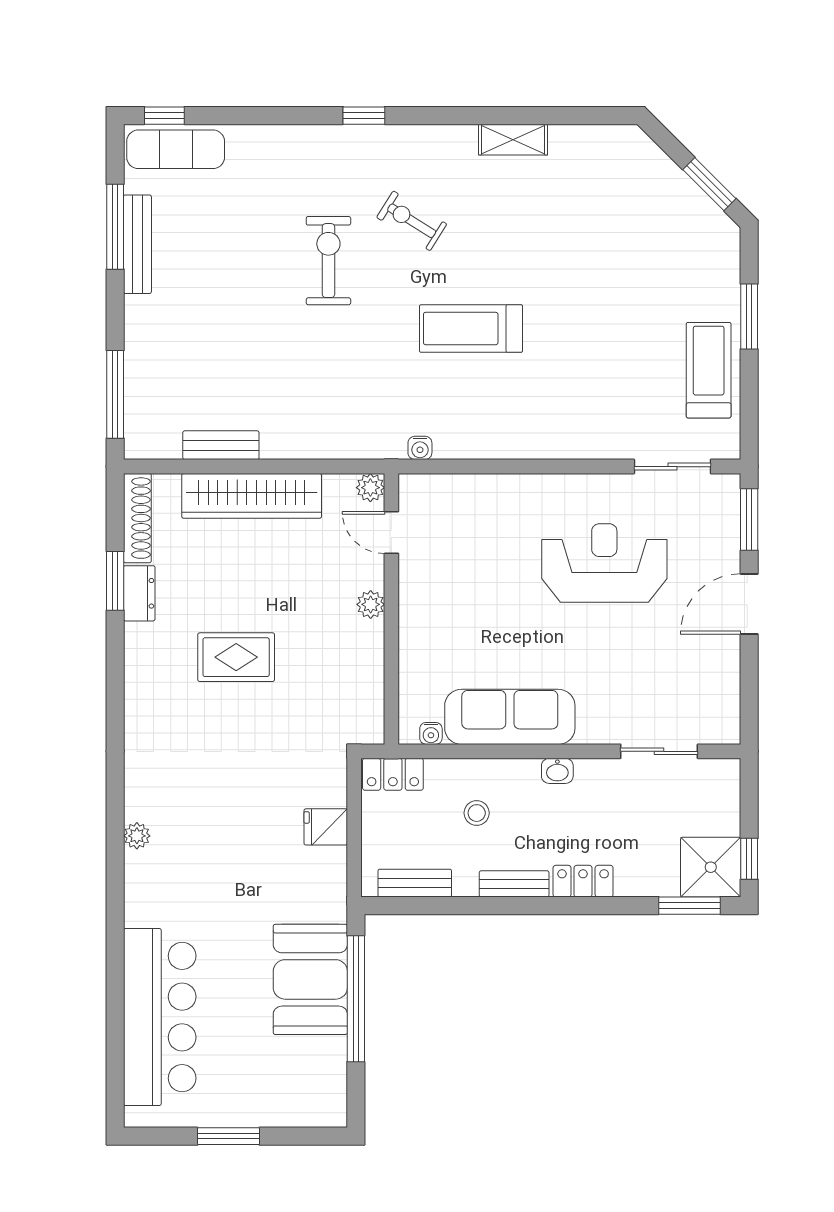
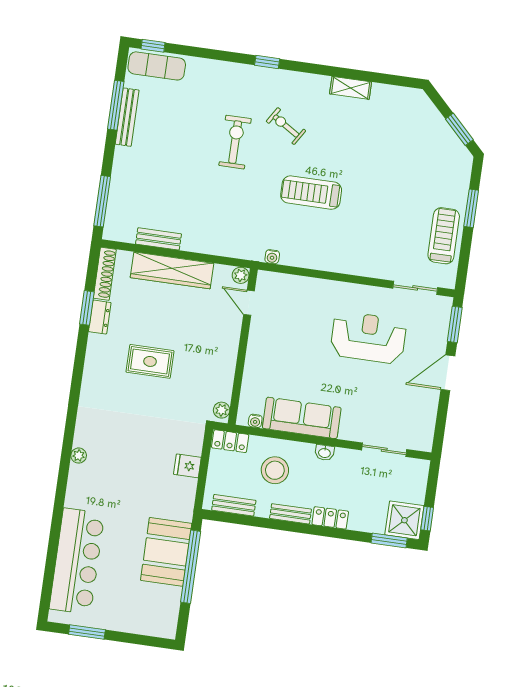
plant: (371, 604) -> (222, 410), moved
stool: (477, 813) -> (275, 470), width x1.89, depth x1.89
window: (228, 1136) -> (87, 632), moved

